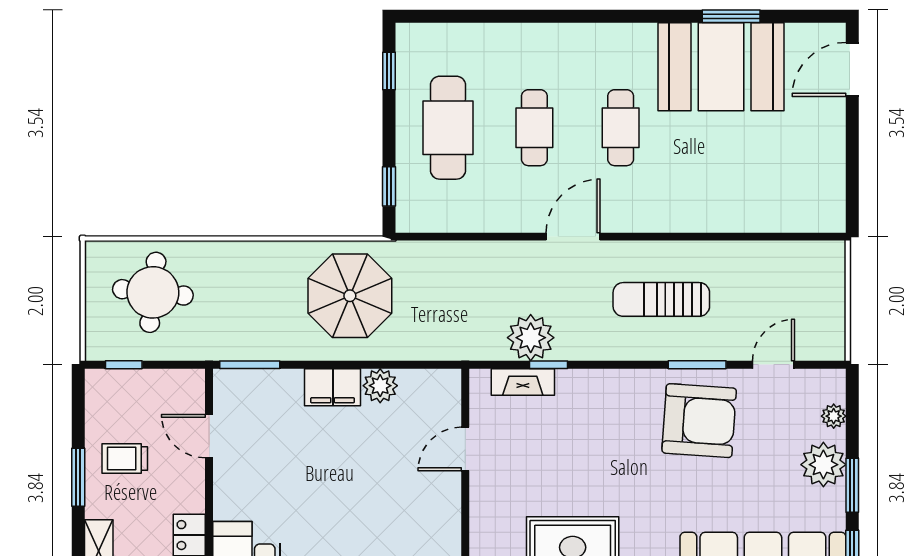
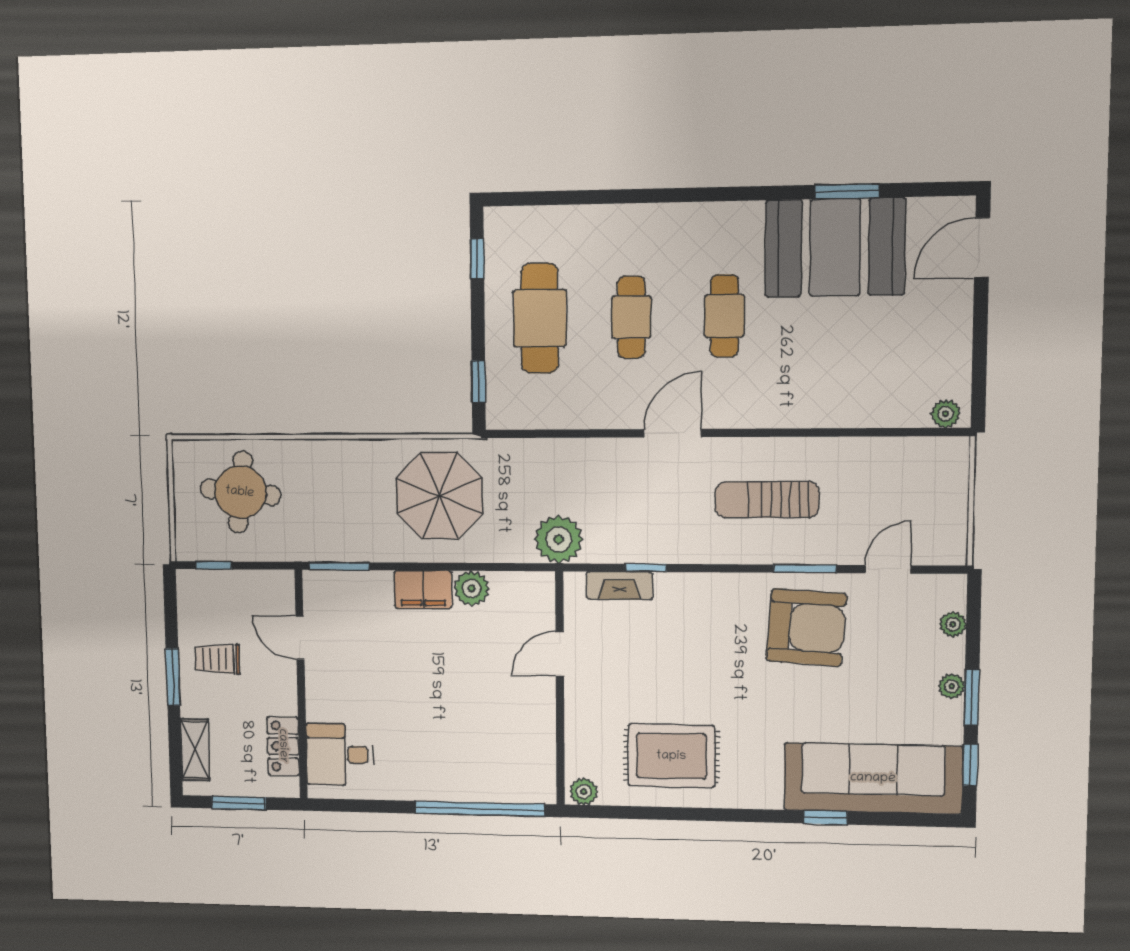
plant: (823, 220) -> (946, 414), added
plant: (531, 338) -> (559, 539), moved
plant: (823, 465) -> (952, 686), width x0.53, depth x0.53

